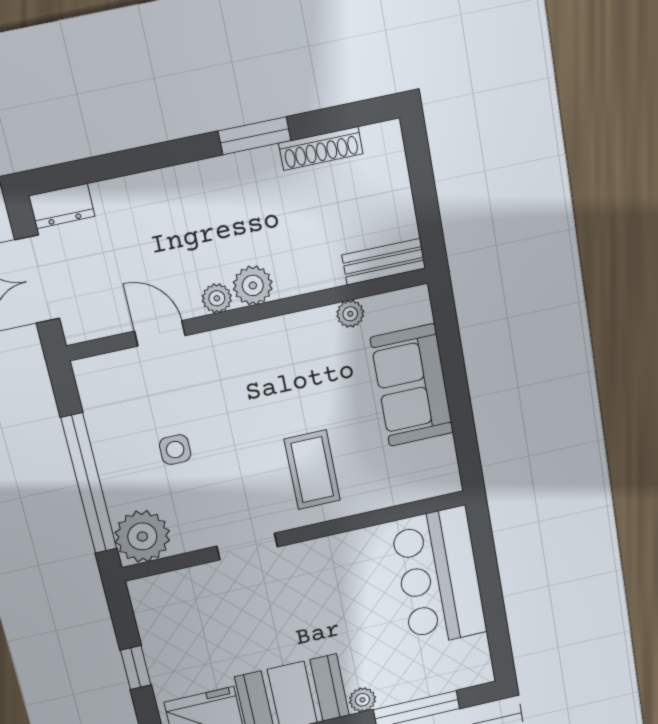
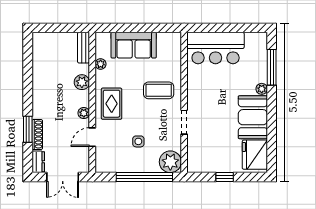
window: (255, 136) -> (28, 129), moved
shoe rack: (321, 148) -> (37, 134), moved
plant: (253, 285) -> (82, 82), moved
rug: (256, 363) -> (112, 104), added

